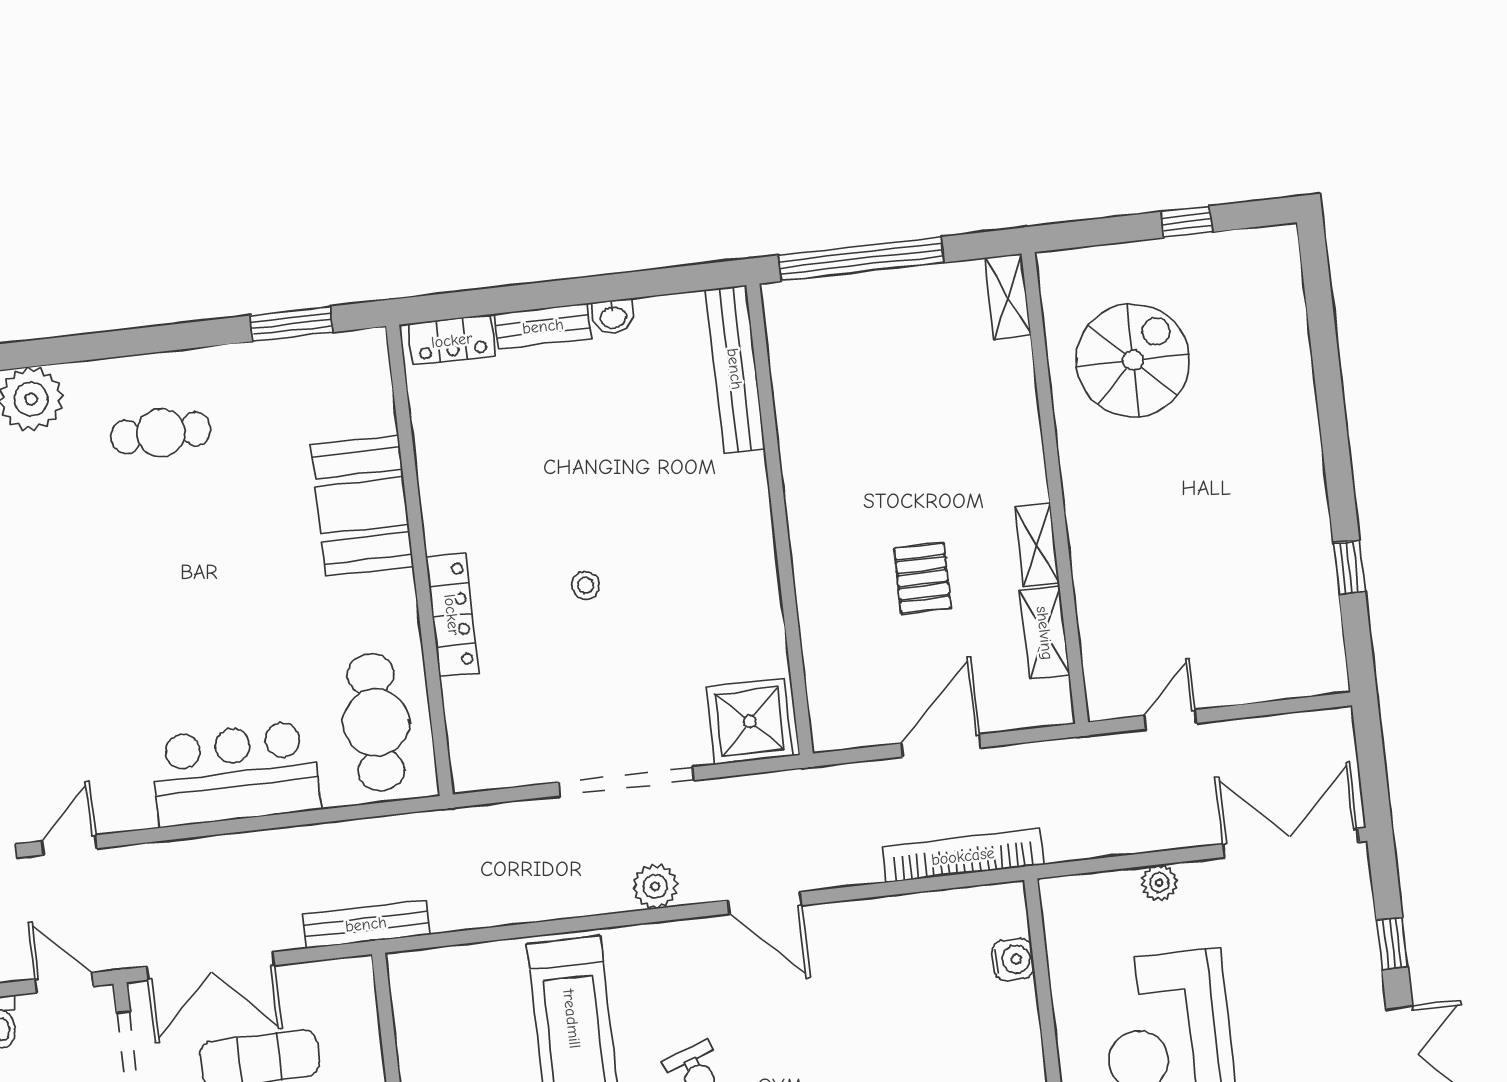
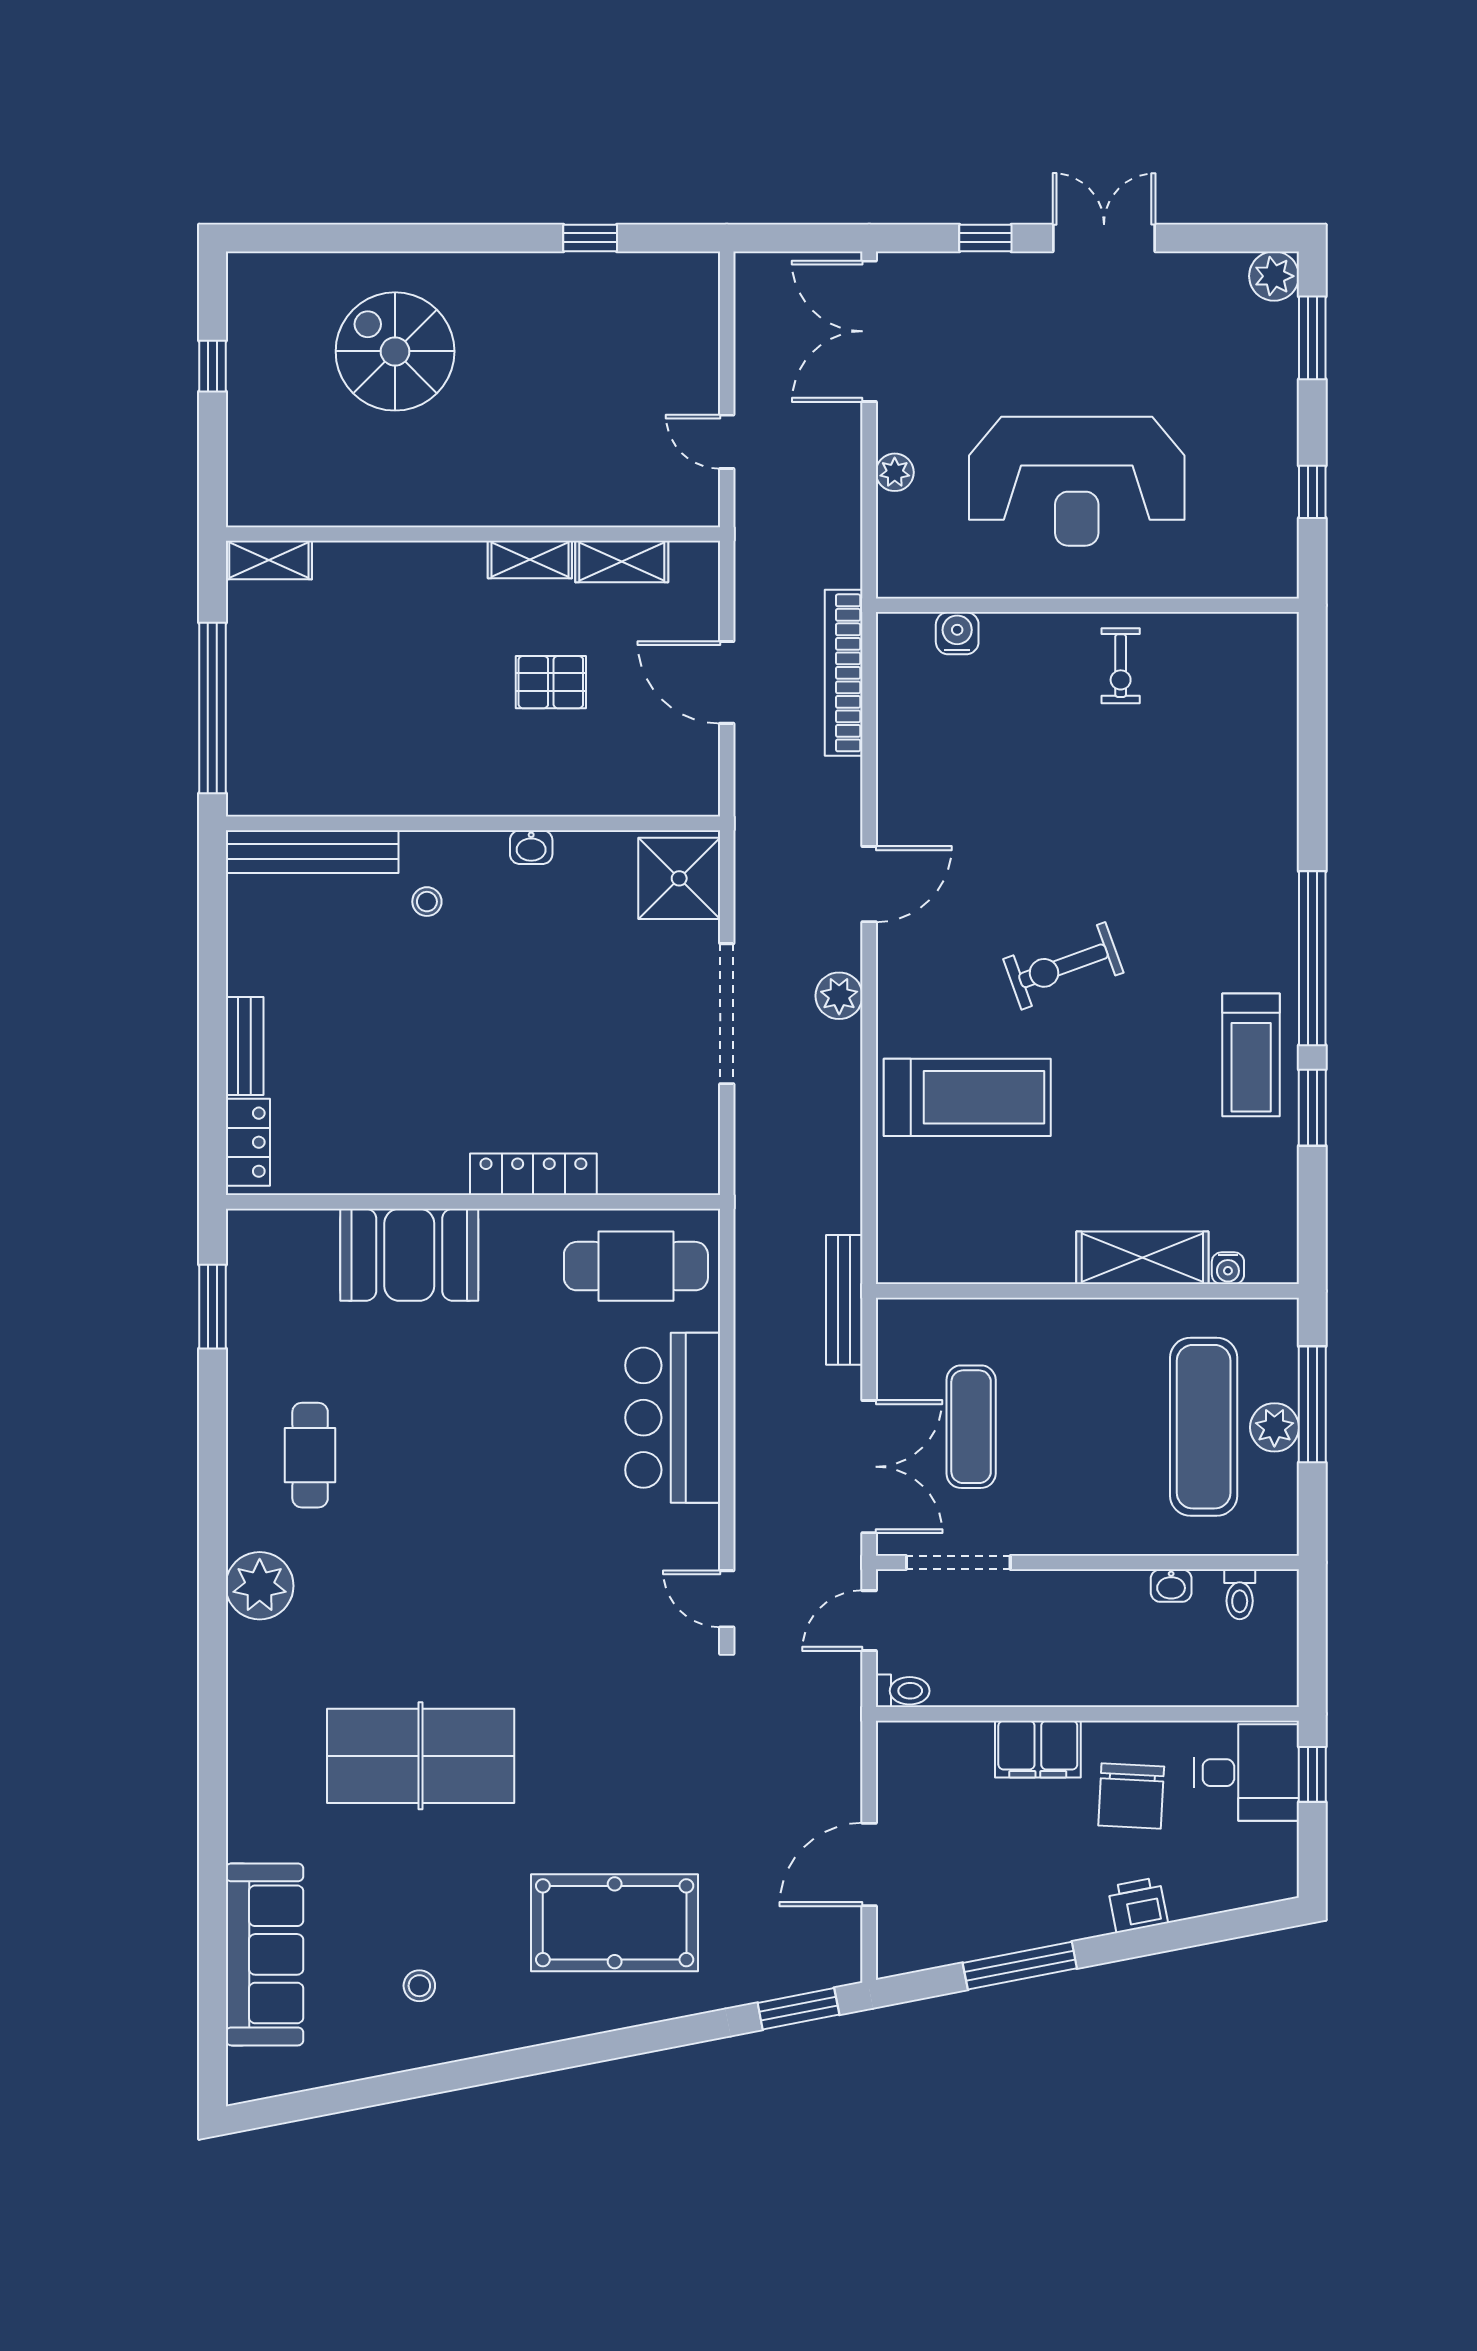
washbasin: (613, 317) -> (531, 847), moved, turned 90
spiral stairs: (1133, 360) -> (395, 351), moved
stool: (586, 585) -> (427, 902), moved

